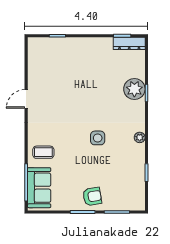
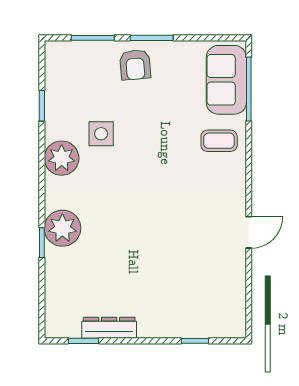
dresser: (129, 43) -> (109, 328), moved
plant: (134, 89) -> (62, 228), moved
plant: (140, 137) -> (62, 158), width x1.88, depth x1.88
side table: (98, 138) -> (101, 134), moved
armchair: (92, 196) -> (135, 65), turned -86

